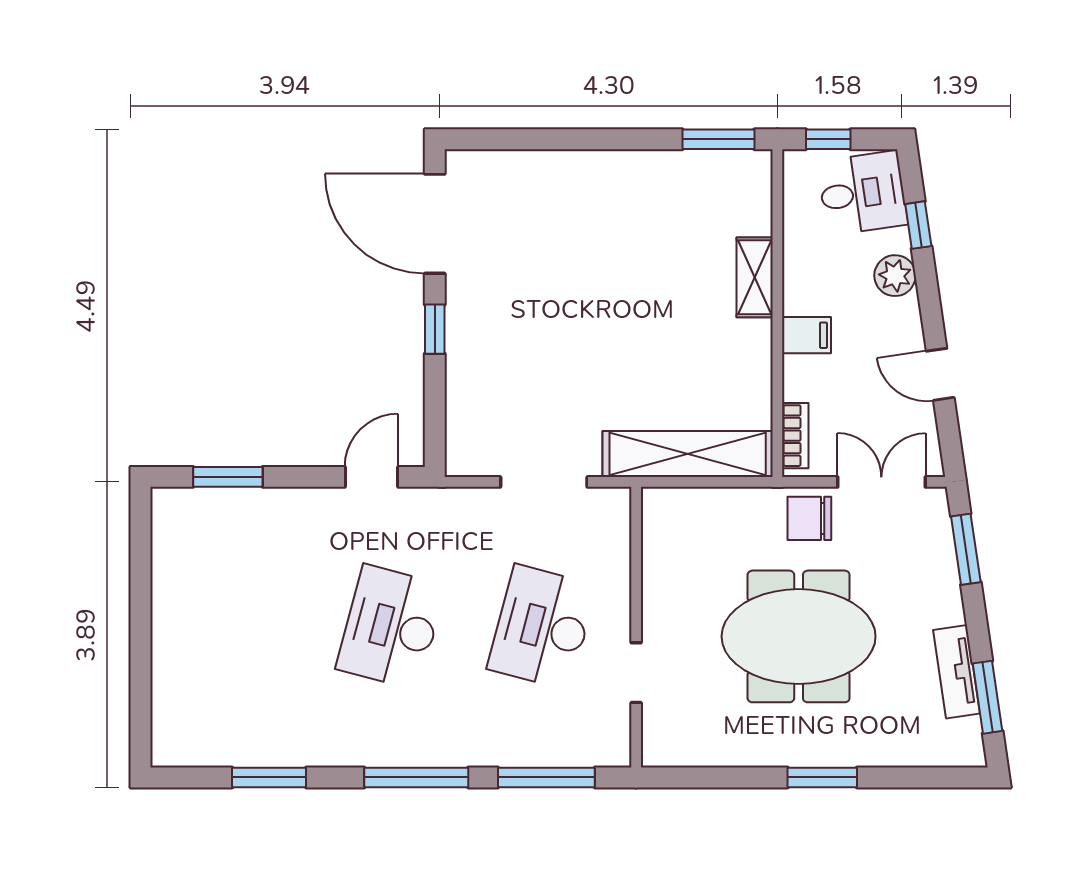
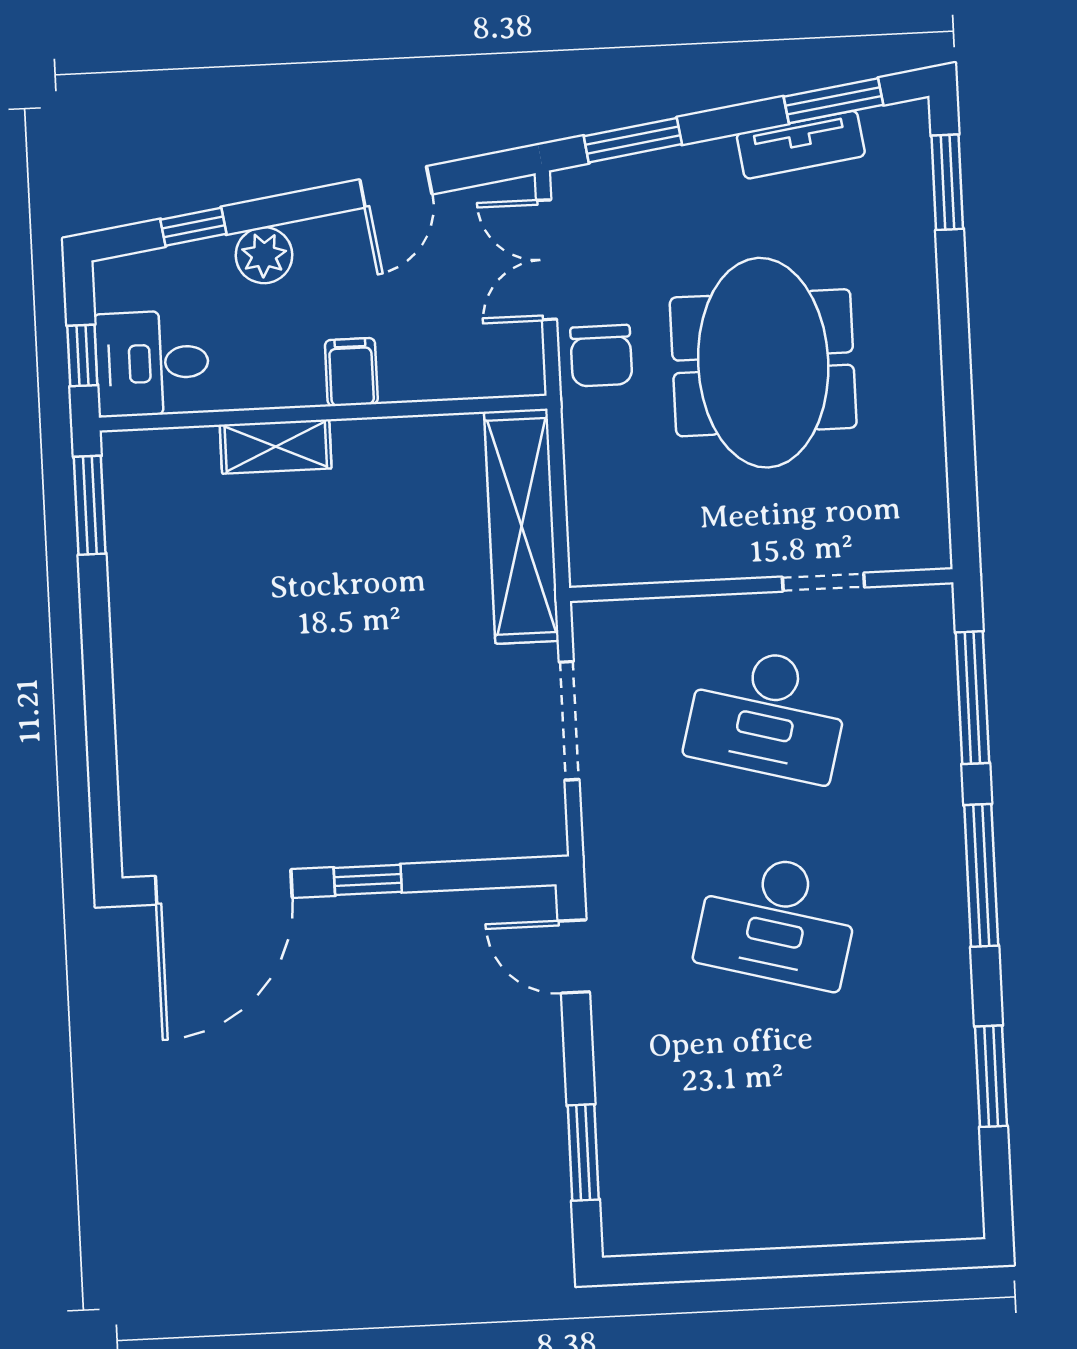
desk: (862, 193) -> (152, 363), moved, turned -82
bookcase: (795, 436) -> (489, 381), removed
window: (822, 777) -> (947, 182), moved

